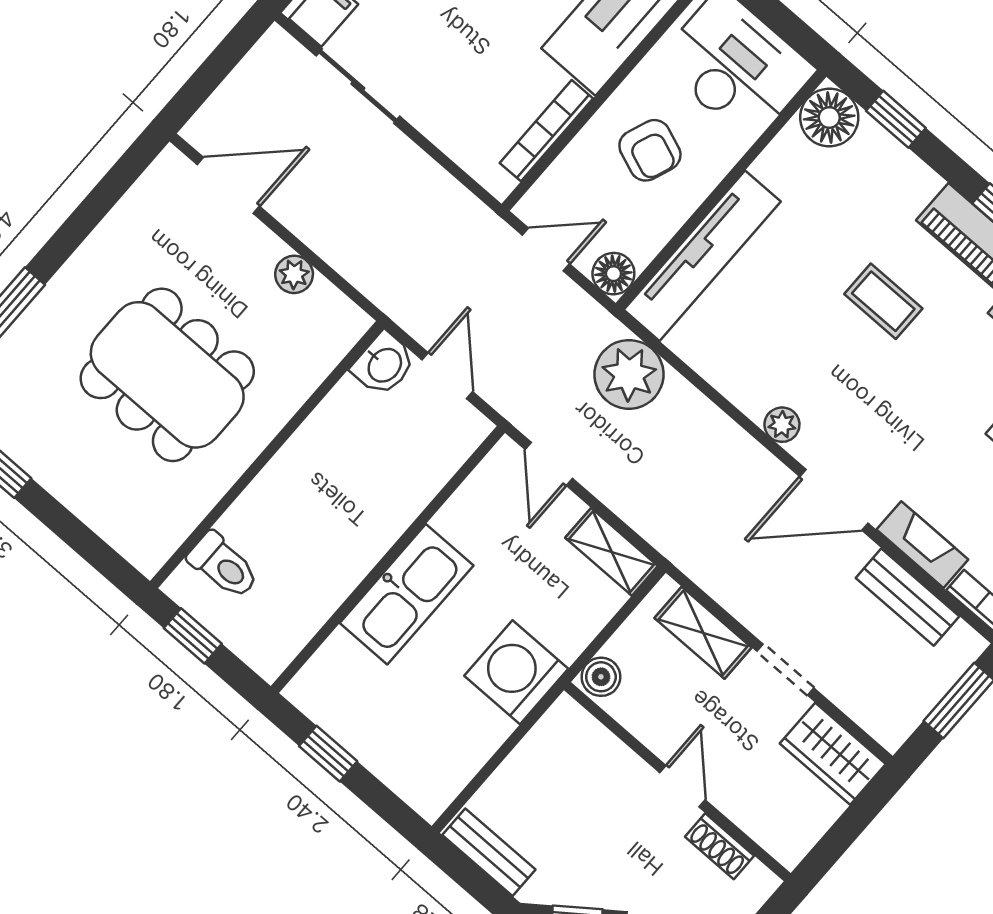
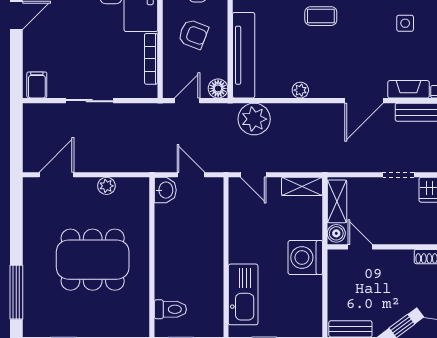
sliding door: (358, 86) -> (89, 101), moved
plant: (782, 425) -> (300, 90), moved
kitchen sink: (407, 594) -> (243, 294), moved
shelving: (703, 633) -> (337, 201), moved, turned 90
door: (682, 786) -> (360, 247), moved

